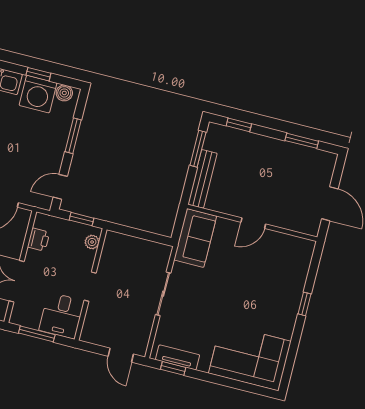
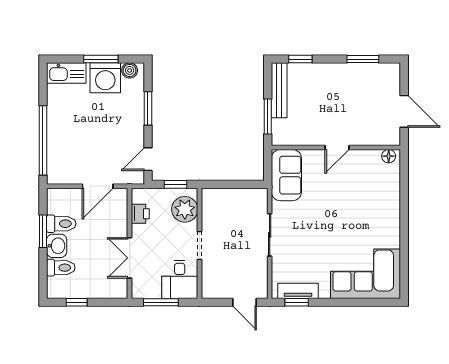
window: (38, 74) -> (101, 59), width x1.50
window: (198, 149) -> (268, 116), moved
bench: (202, 179) -> (279, 90), moved
plant: (92, 242) -> (185, 209), width x1.88, depth x1.88
floor lamp: (303, 245) -> (389, 156), added
window: (304, 304) -> (404, 211), removed

